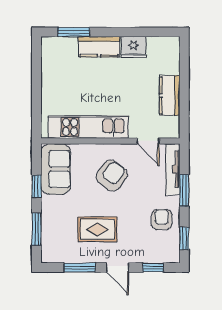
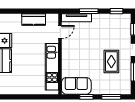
armchair: (112, 176) -> (80, 53), removed
armchair: (162, 219) -> (106, 24), removed

